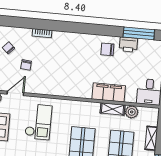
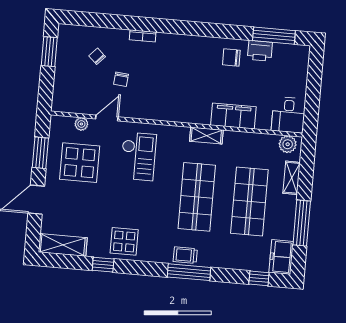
shelving: (113, 109) -> (206, 136), moved
plant: (132, 112) -> (288, 144), moved

